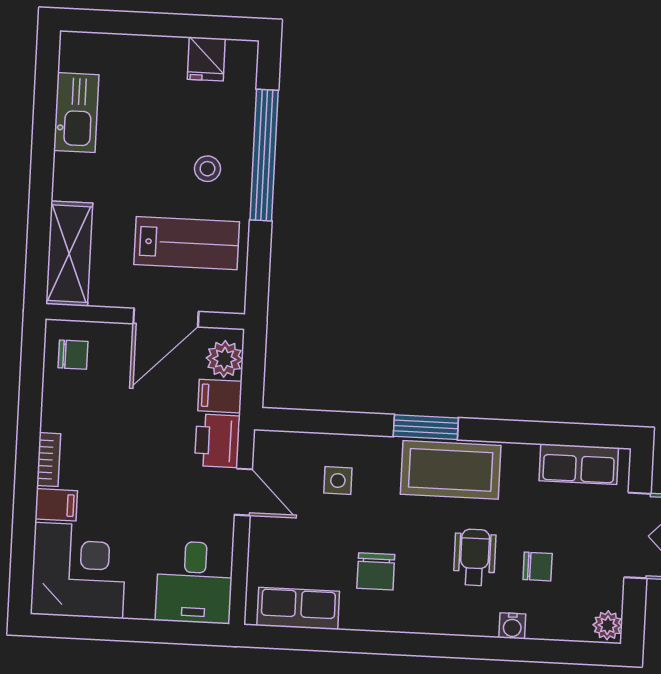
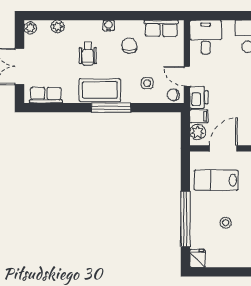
fridge: (206, 59) -> (197, 258), moved
stool: (207, 169) -> (226, 223), moved
window: (426, 427) -> (111, 108), width x1.44
chair: (538, 567) -> (173, 95), moved
plant: (543, 625) -> (57, 27), added
water cooler: (512, 626) -> (109, 26), moved

